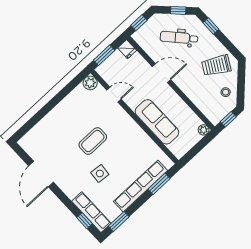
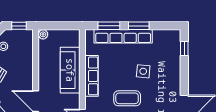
row of seats: (91, 212) -> (91, 76), moved, turned 180
window: (119, 222) -> (139, 26), moved

